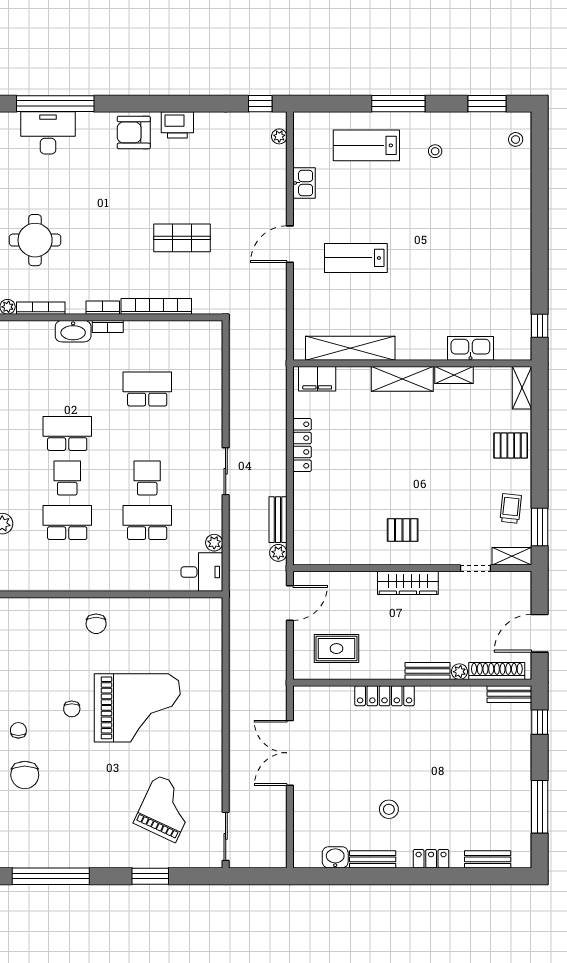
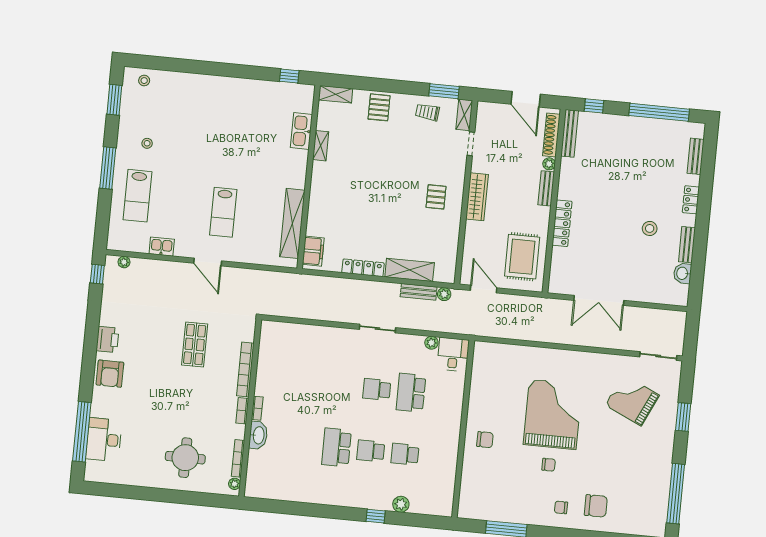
shelving: (402, 379) -> (410, 270), moved, turned 90
school desk: (147, 389) -> (308, 383), removed
school desk: (67, 523) -> (405, 454), width x0.54
rug: (336, 649) -> (522, 257), width x1.36, depth x1.43
bench: (509, 694) -> (570, 133), width x1.36
window: (540, 807) -> (659, 112), width x1.46

